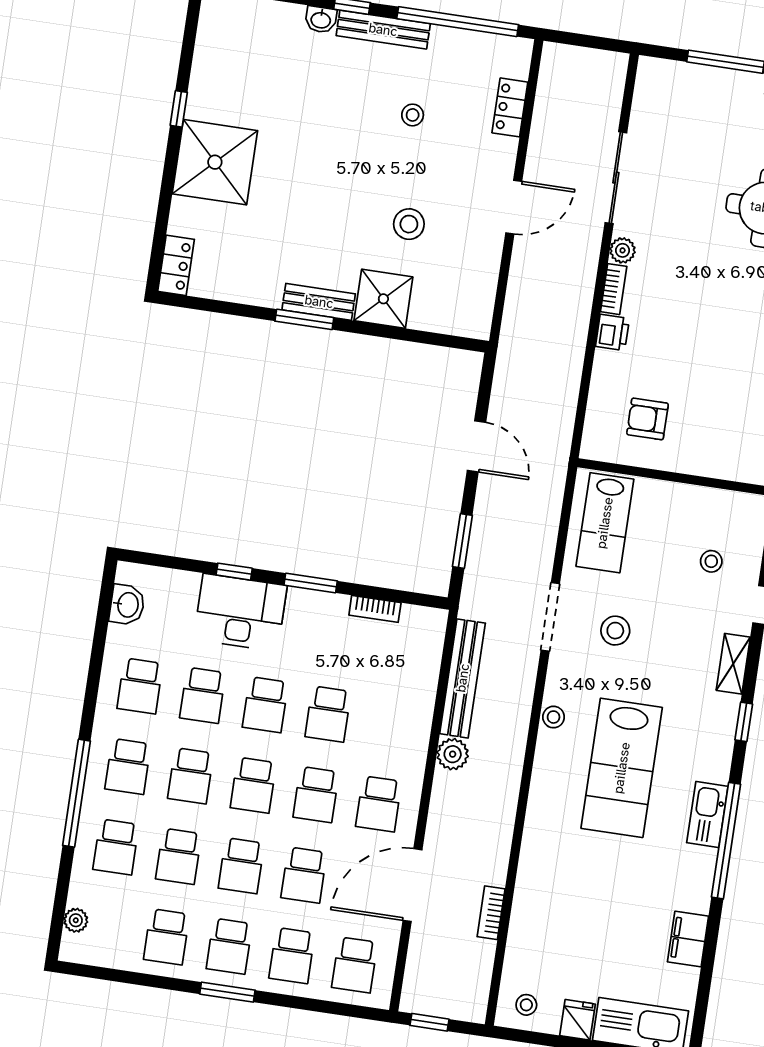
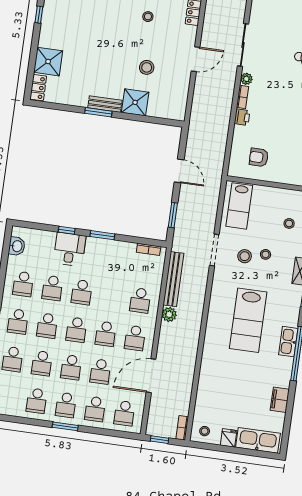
shower: (215, 162) -> (48, 62), moved, width x0.73, depth x0.73
bookcase: (375, 609) -> (149, 249), moved
desk: (240, 612) -> (70, 249), width x0.73
school desk: (328, 714) -> (140, 300), moved
stool: (554, 717) -> (266, 254), moved
bookcase: (491, 913) -> (182, 428), moved

